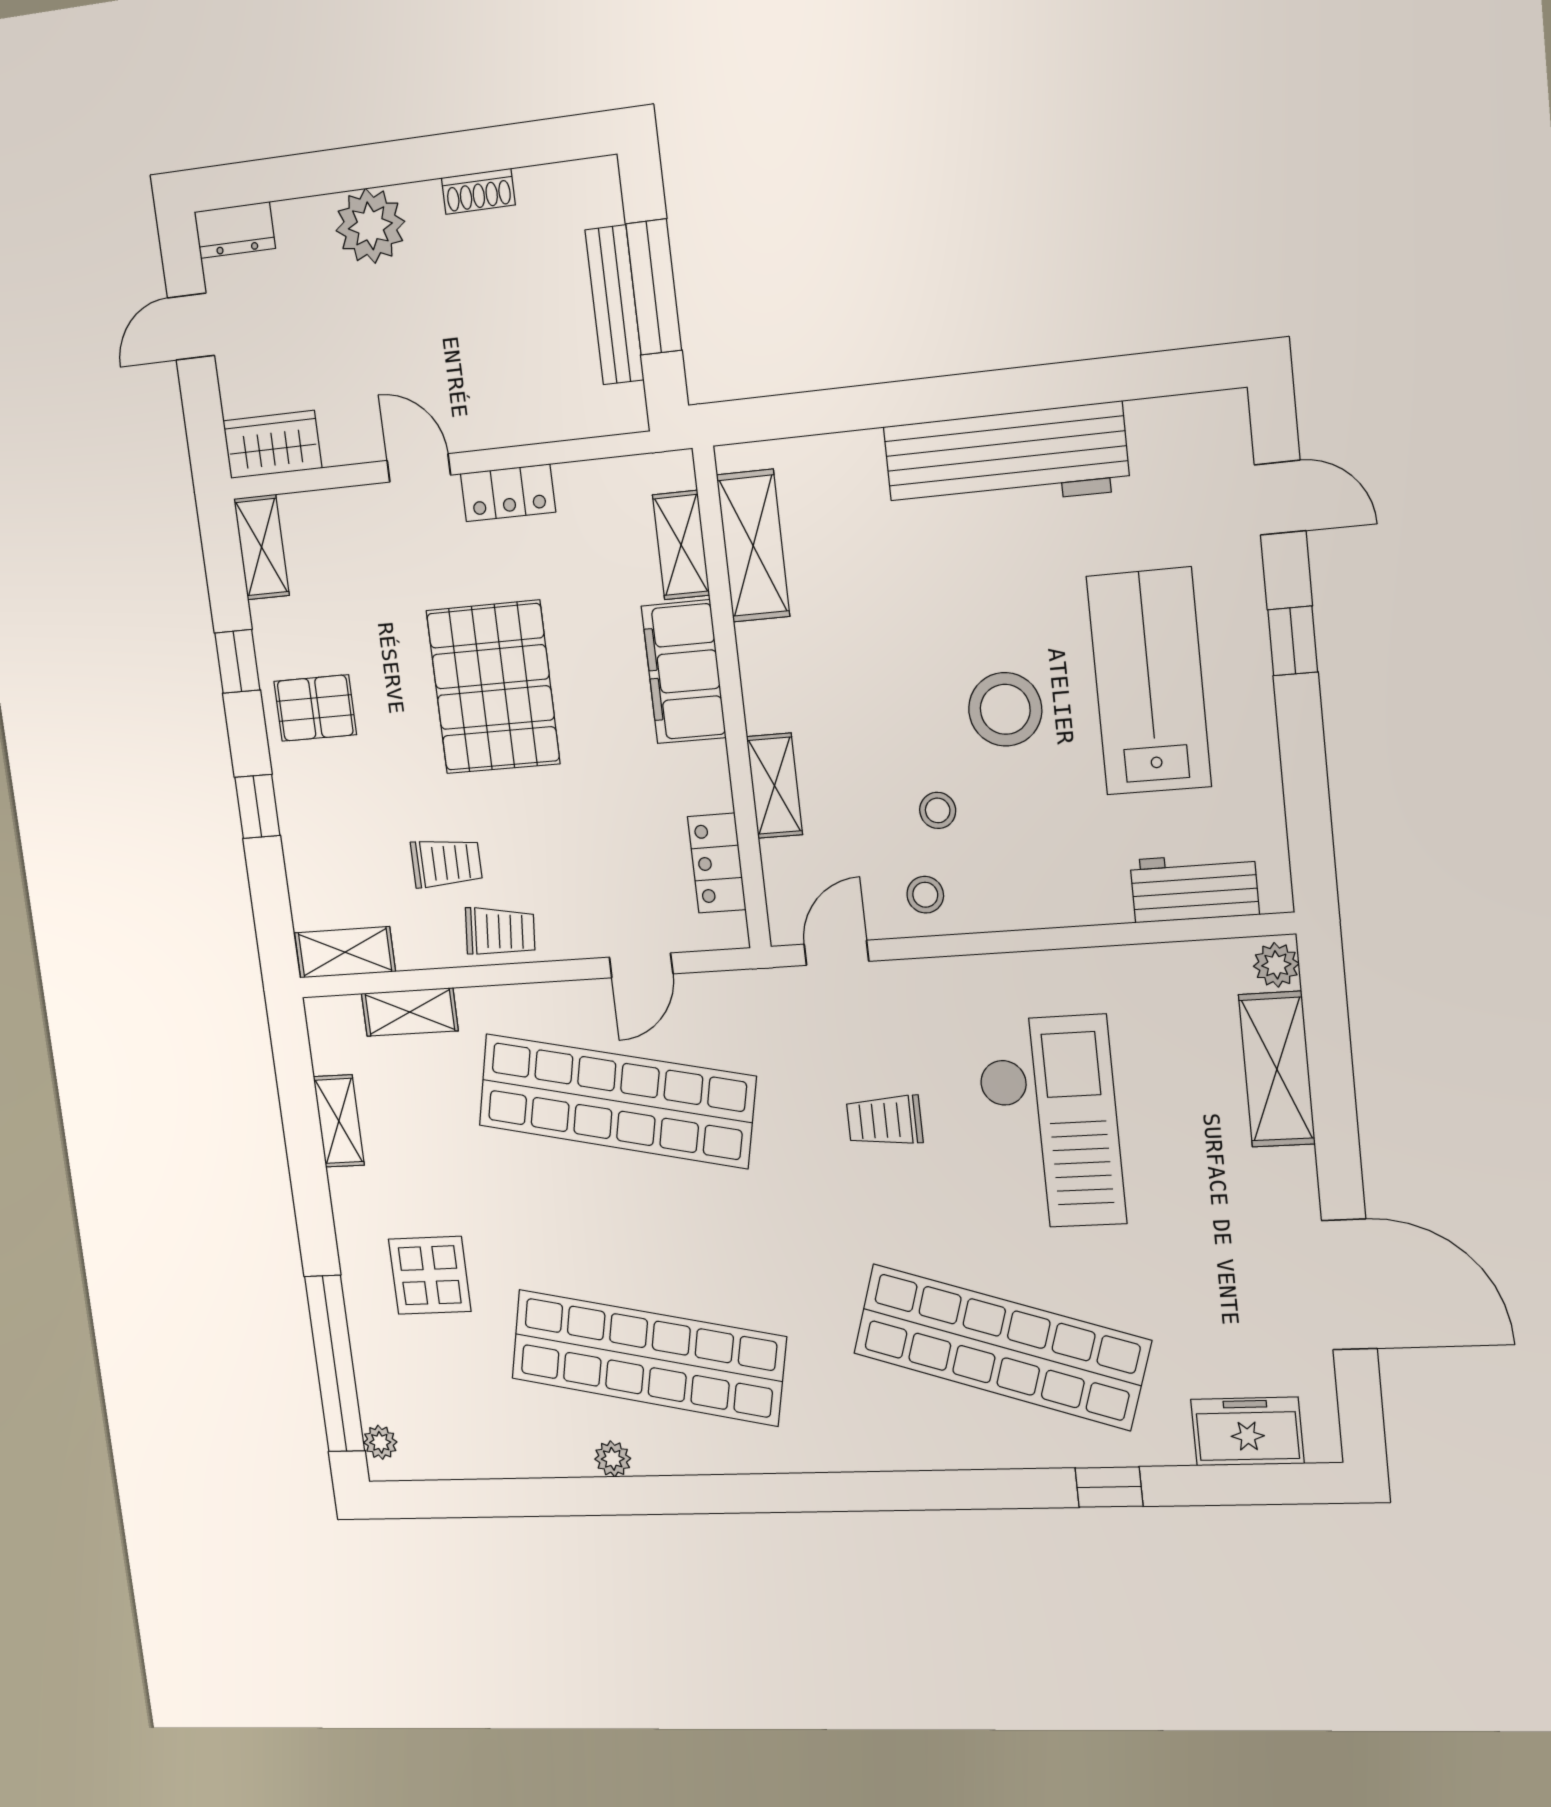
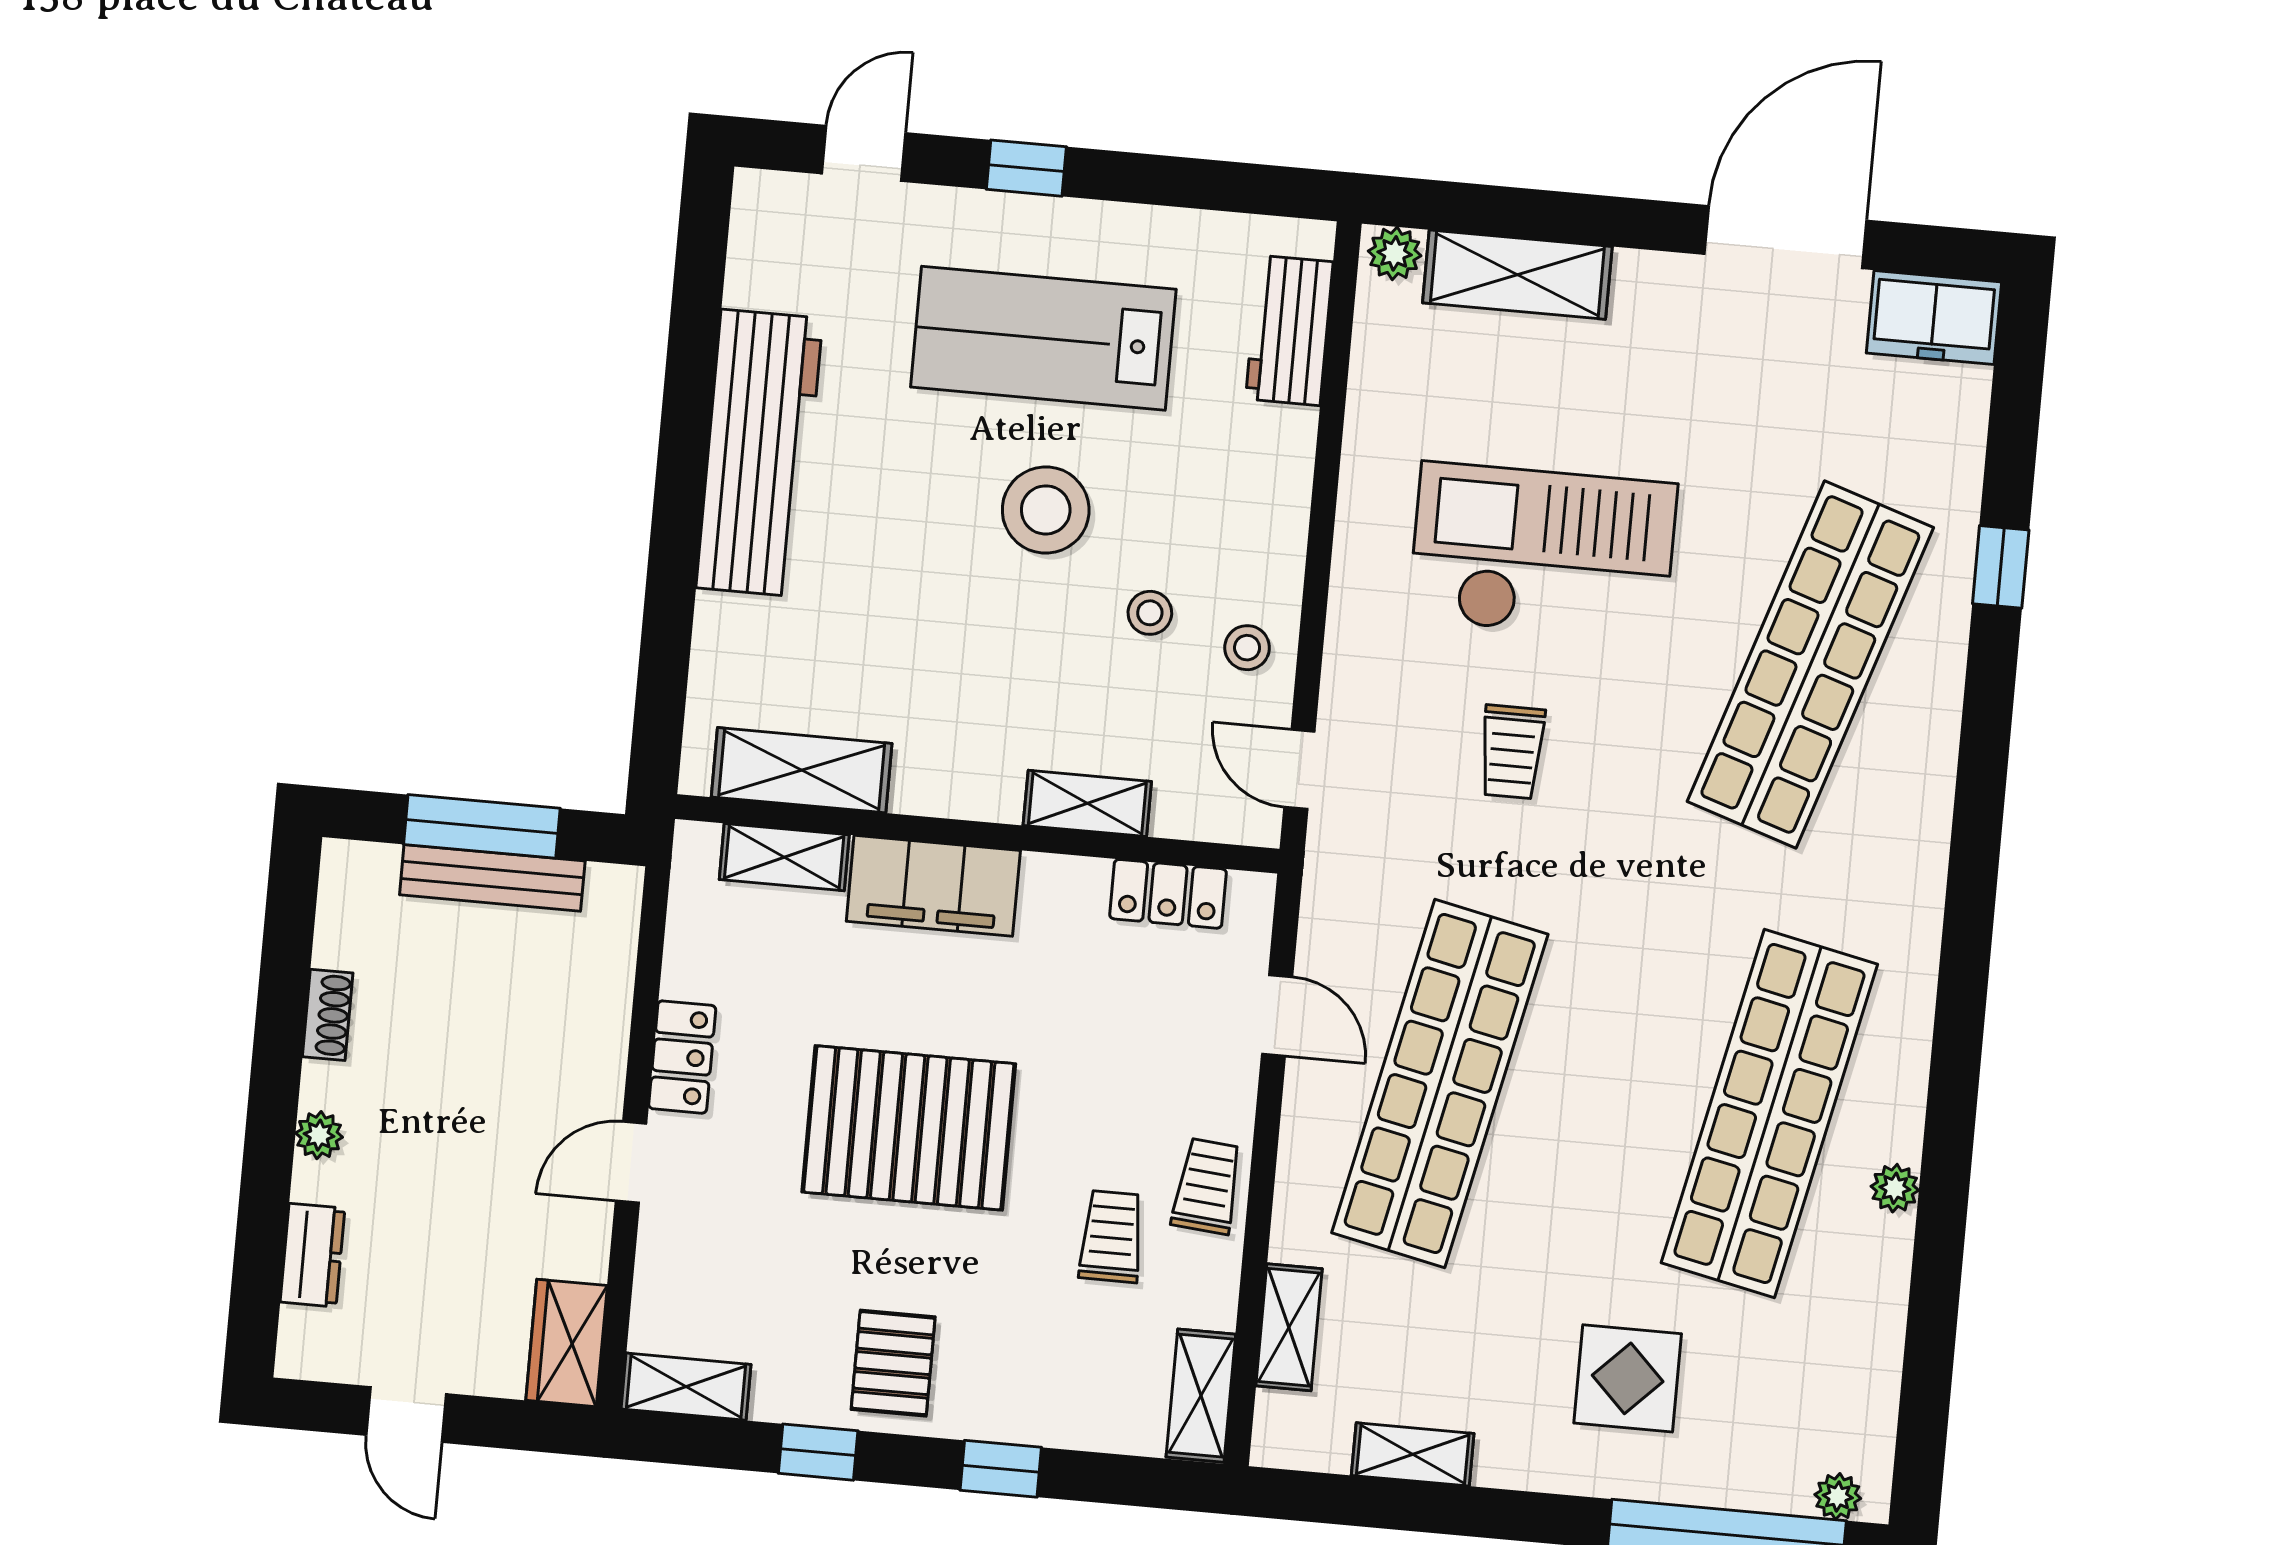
plant: (370, 226) -> (319, 1135), width x0.53, depth x0.53
dresser: (235, 230) -> (312, 1255), moved
freezer: (1247, 1431) -> (1934, 318), moved, turned -90

